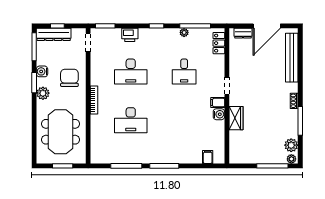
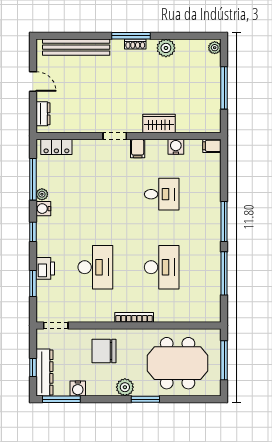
window: (105, 26) -> (33, 284), moved
door: (267, 26) -> (33, 82), width x0.53
water cooler: (174, 34) -> (43, 209), added
water cooler: (42, 71) -> (78, 388), moved
desk: (184, 72) -> (162, 194), moved
window: (34, 83) -> (145, 399), moved
water cooler: (219, 114) -> (176, 147), moved
window: (300, 121) -> (131, 36), moved
plant: (291, 145) -> (166, 48), moved
filing cabinet: (208, 157) -> (212, 146), moved
window: (63, 166) -> (224, 360), width x1.44
window: (272, 166) -> (224, 88), moved

